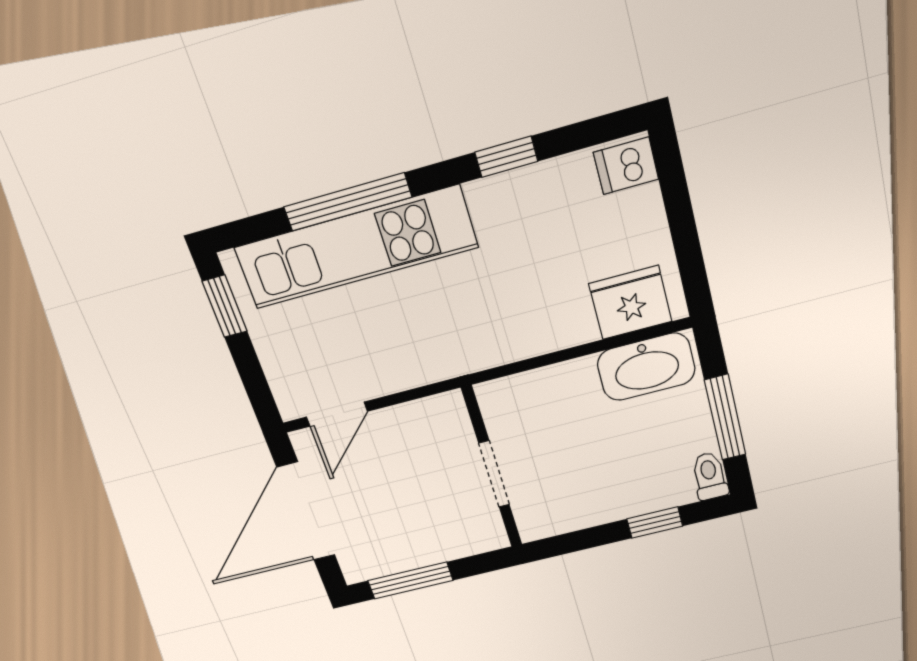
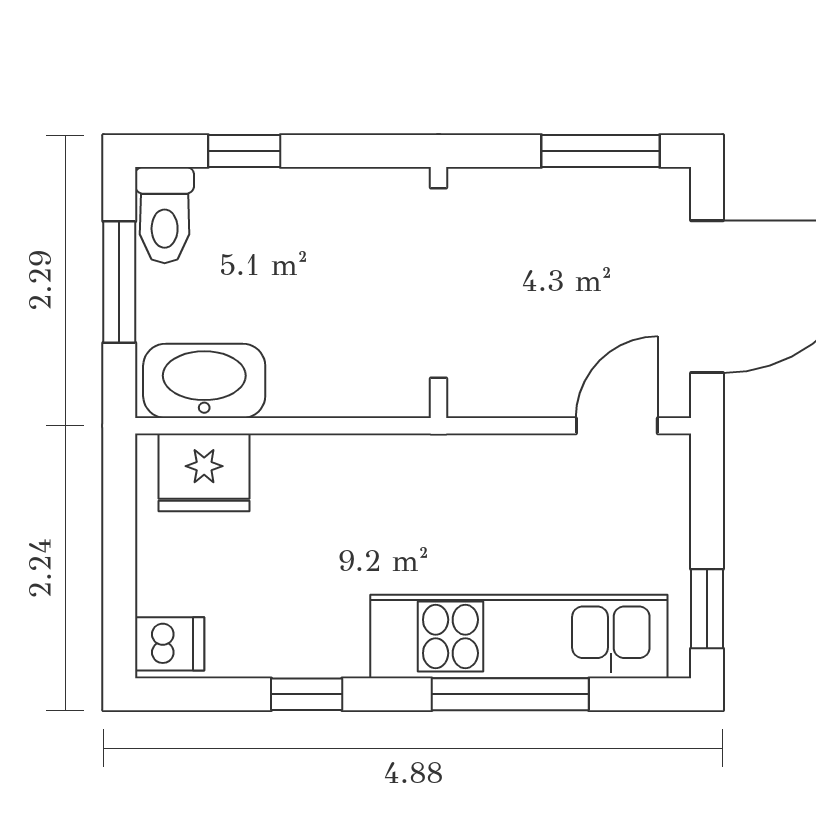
doorway: (494, 474) -> (439, 283), width x1.87
toilet: (710, 476) -> (165, 215), width x1.37, depth x1.39

